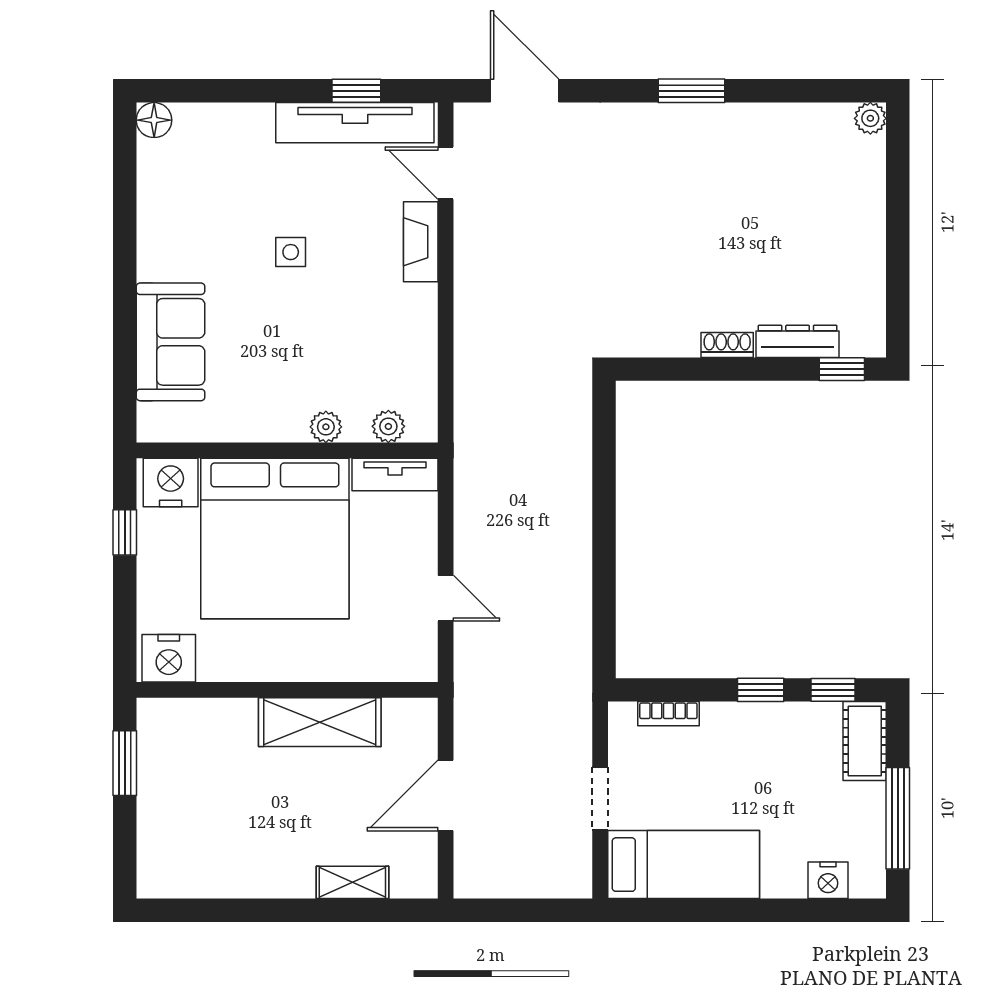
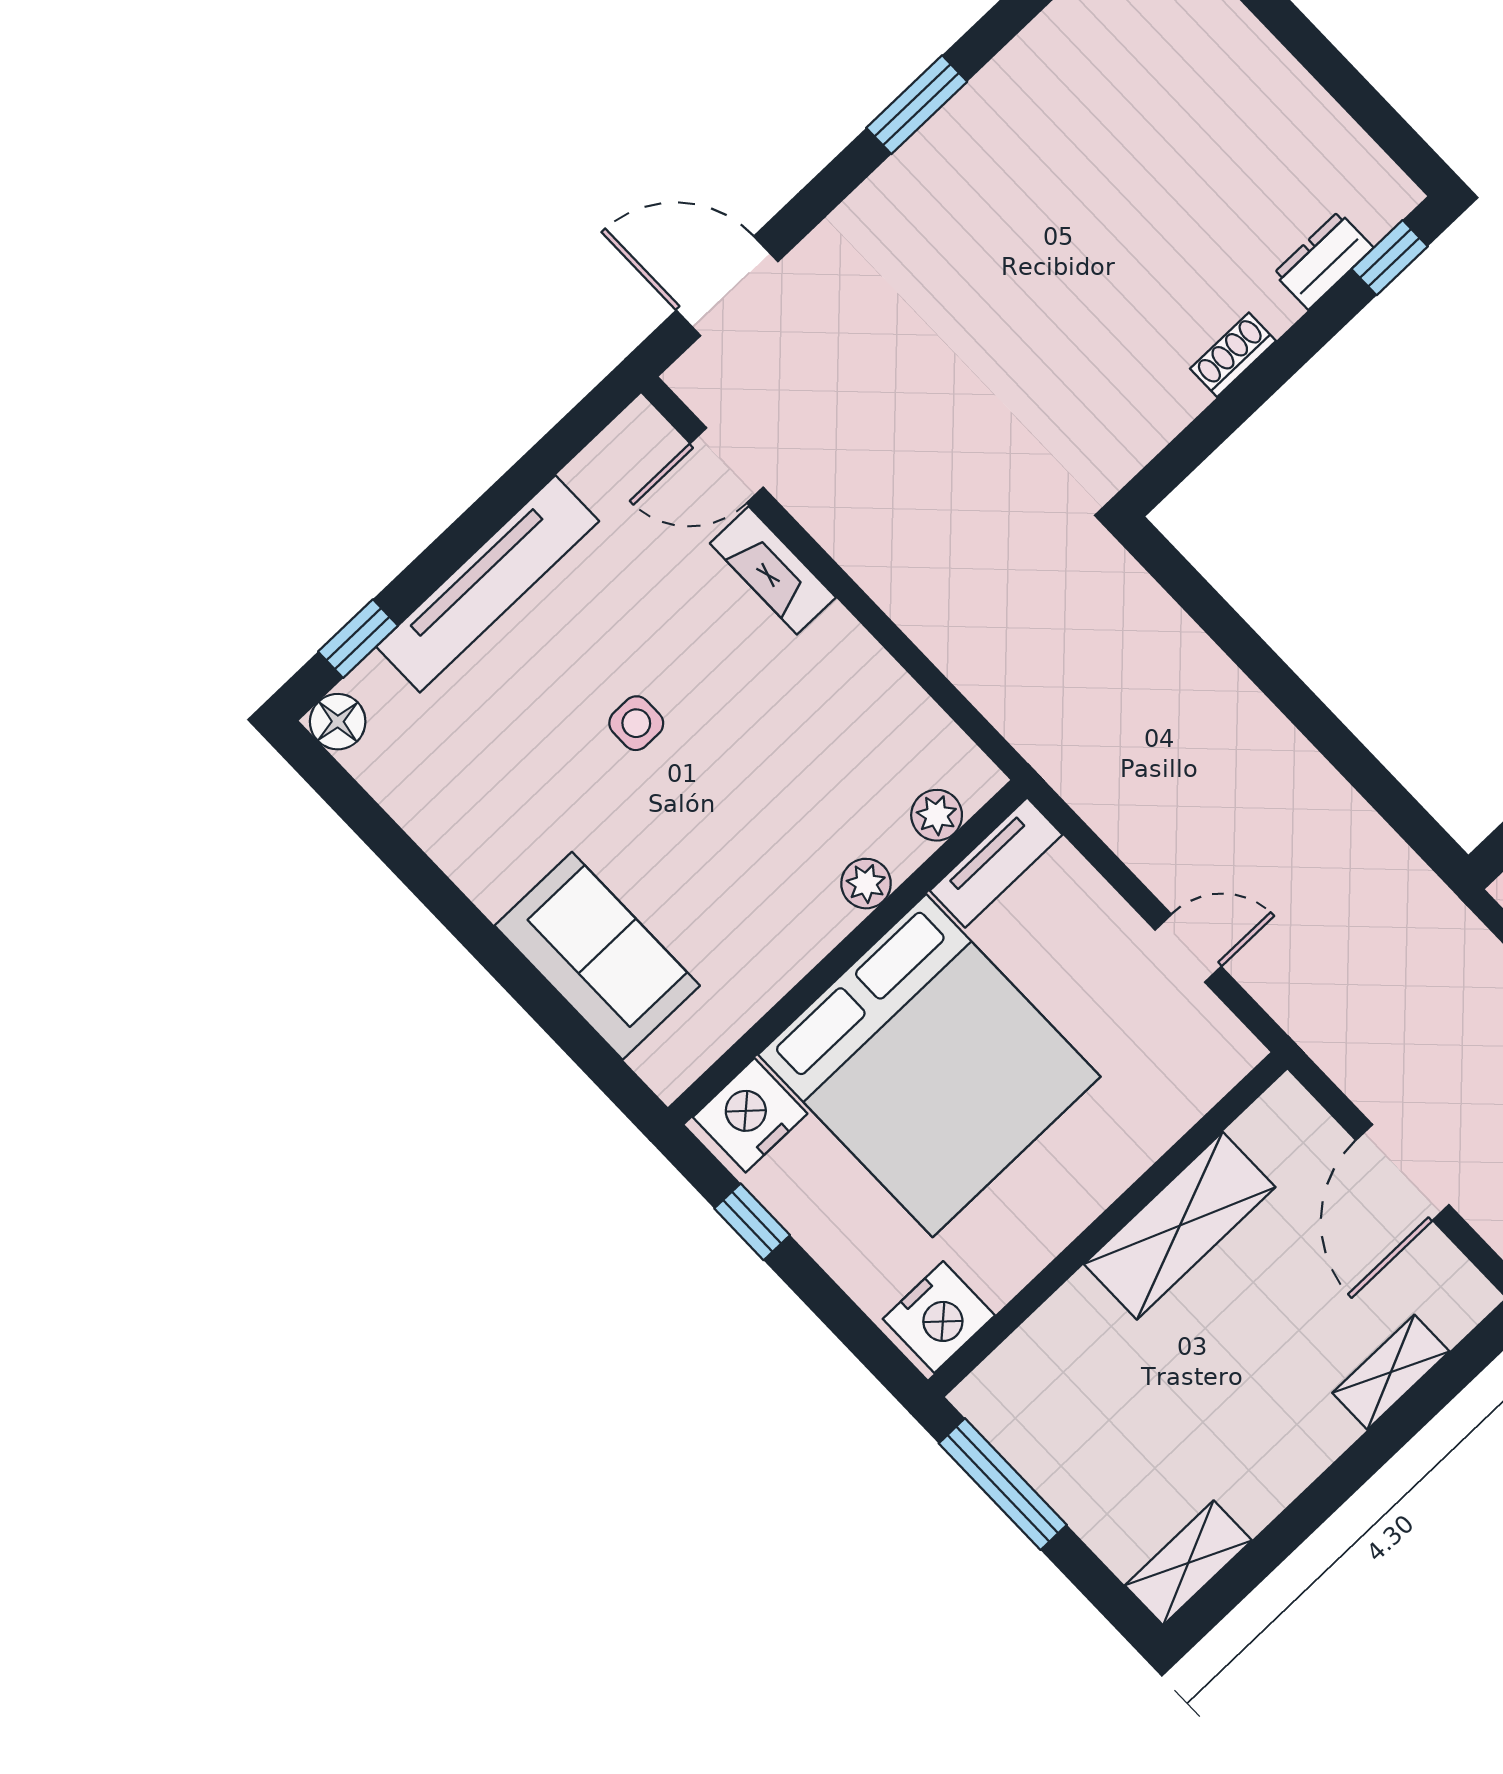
window: (356, 91) -> (358, 639), moved
tv unit: (355, 123) -> (488, 584), moved
dresser: (798, 341) -> (1323, 261), width x0.70
window: (125, 763) -> (1003, 1484), width x1.44
shelving: (176, 881) -> (1188, 1563), added

